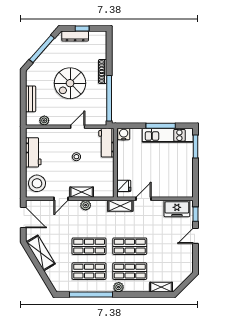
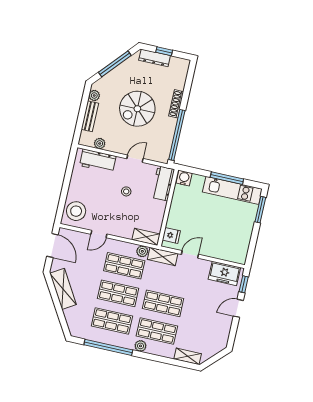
plant: (30, 80) -> (94, 95), added
workbench: (33, 152) -> (98, 161), moved, turned 90
shelving: (82, 192) -> (146, 237), moved
plant: (86, 205) -> (142, 251), moved
shop shelf: (89, 221) -> (124, 266), added

